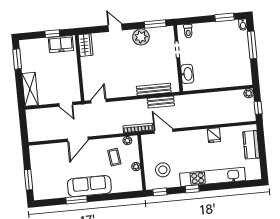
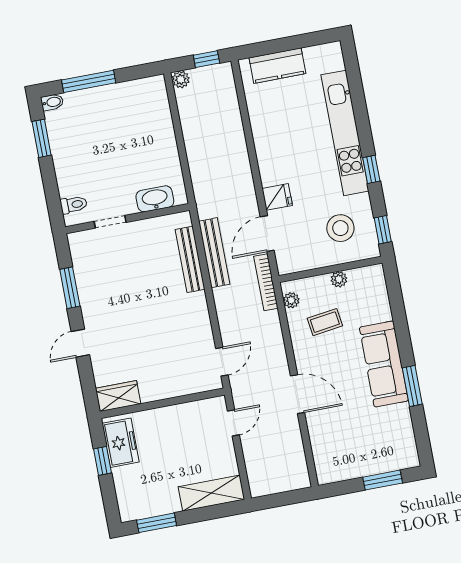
window: (155, 24) -> (70, 288), moved
plant: (141, 37) -> (93, 293), removed
door: (99, 101) -> (222, 362), swing flipped
bench: (161, 102) -> (214, 253), width x1.36
fridge: (214, 135) -> (277, 197), moved

